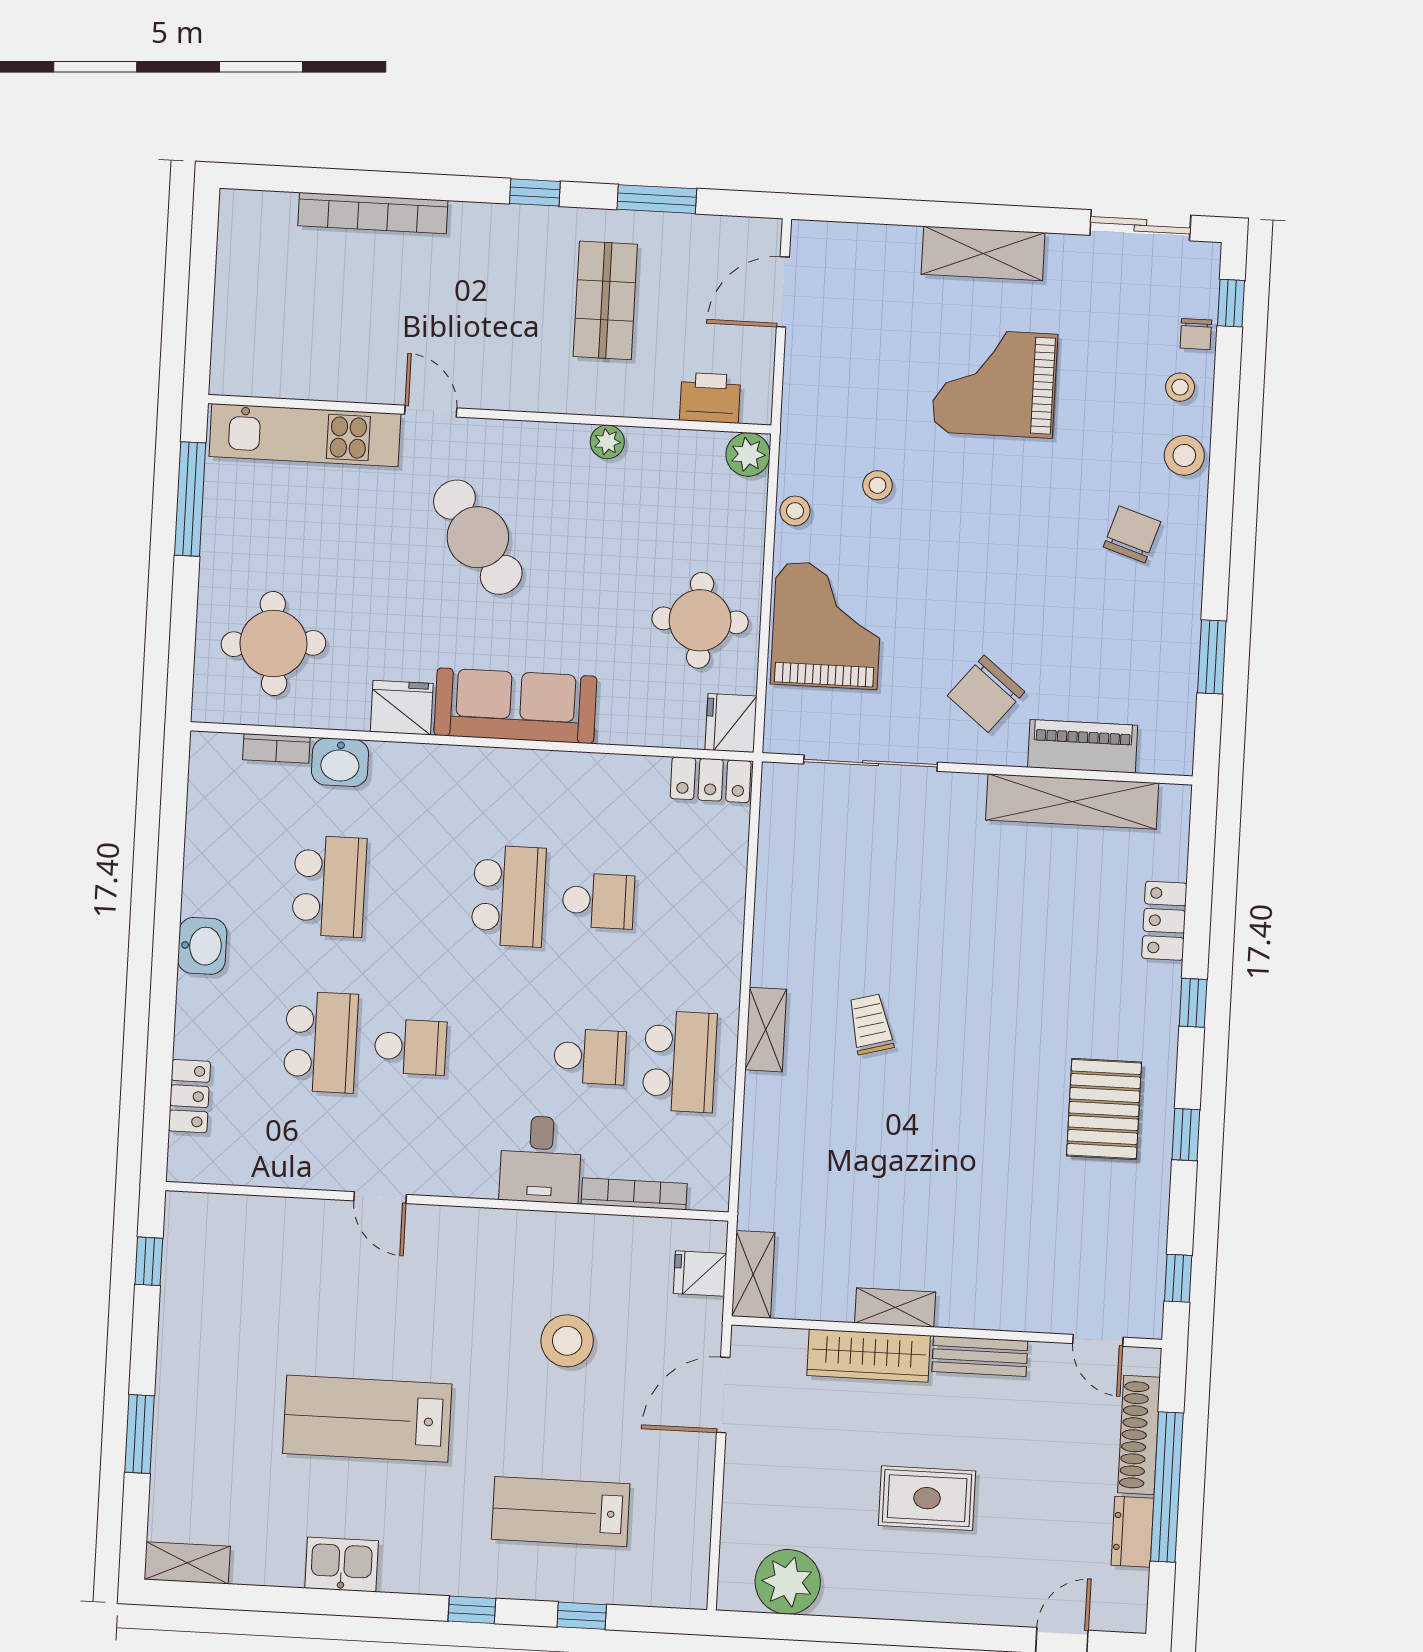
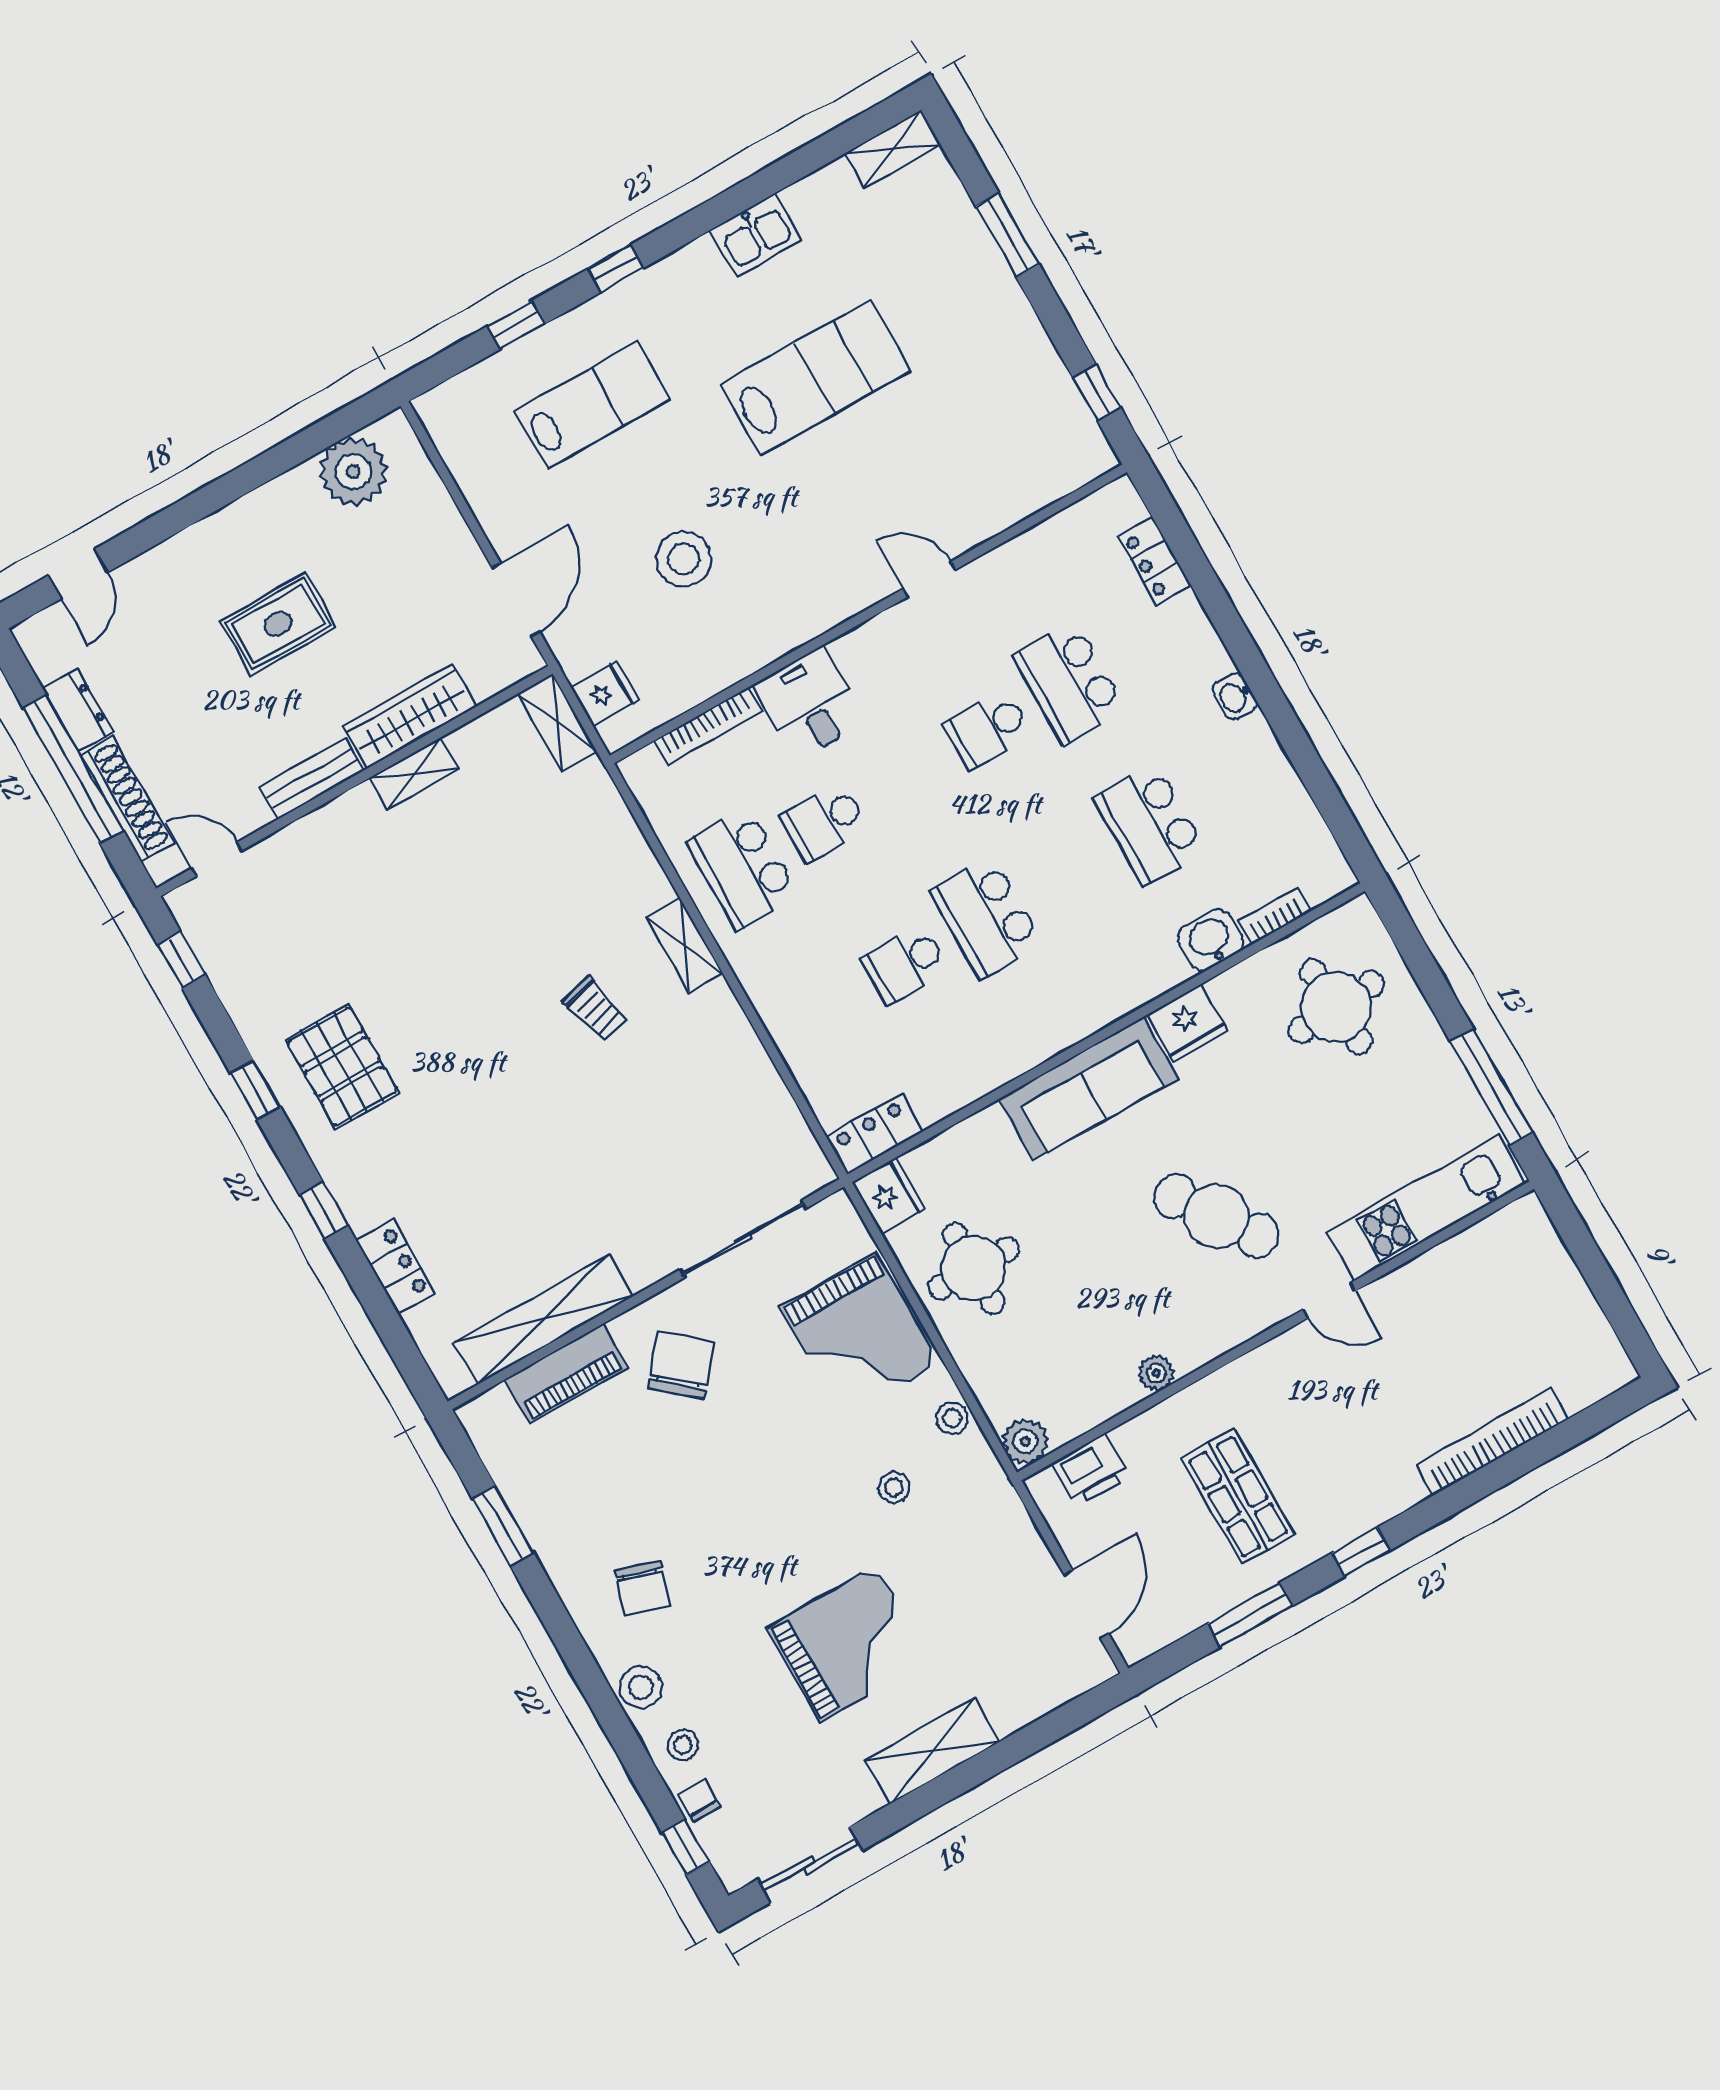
washbasin: (202, 946) -> (1235, 697), width x0.72, depth x0.69

